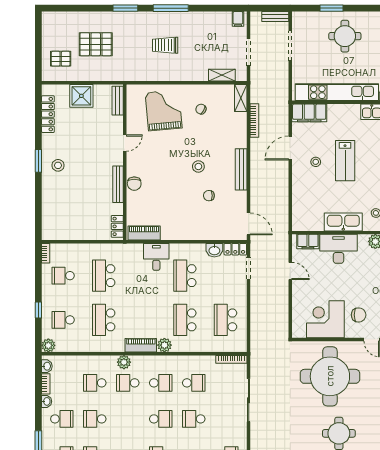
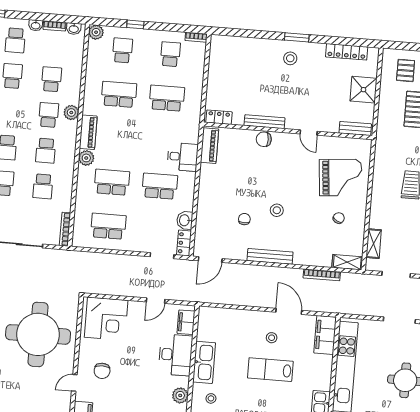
corner desk: (325, 319) -> (106, 319), moved, turned 90

